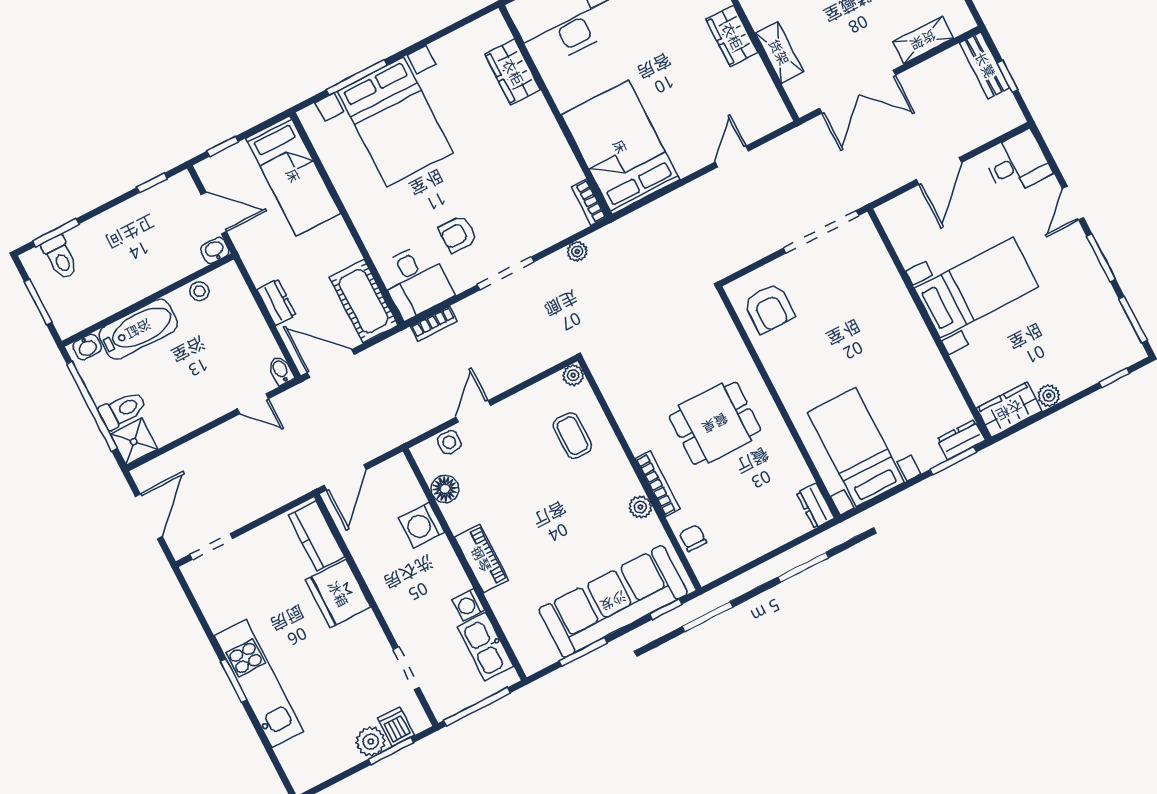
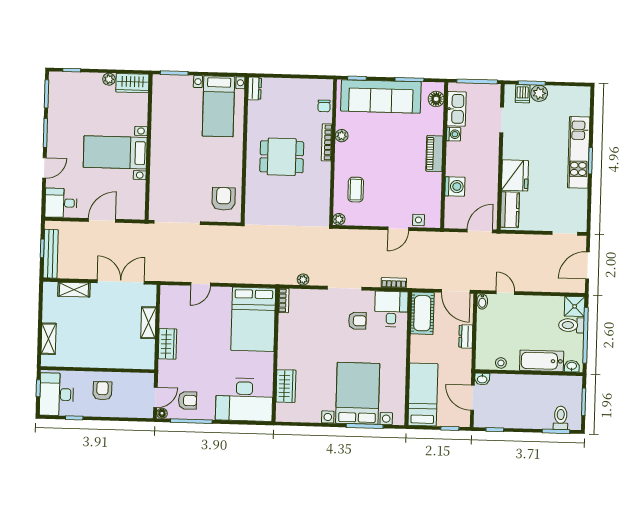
bench: (985, 65) -> (51, 254), width x1.36
dresser: (961, 440) -> (164, 81), removed
floor lamp: (445, 489) -> (436, 99), moved

